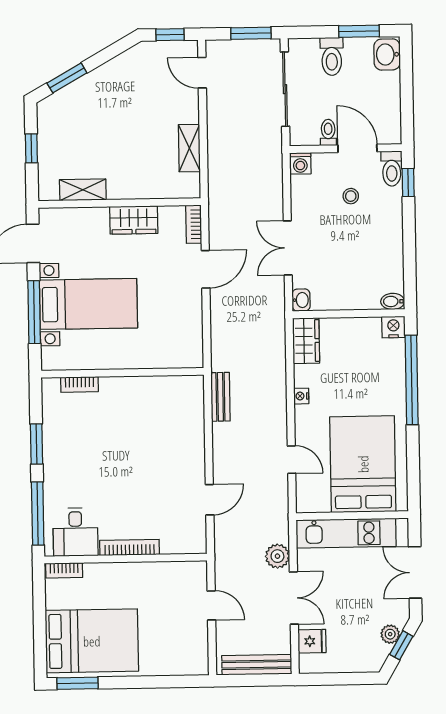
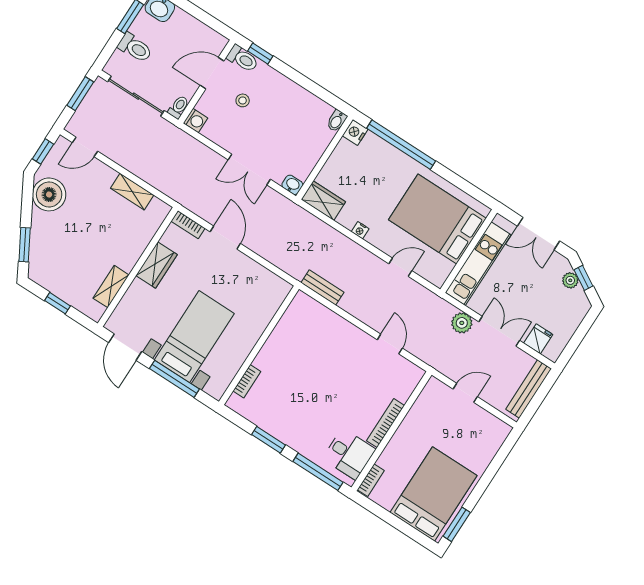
boiler: (132, 69) -> (49, 194), added
toilet: (328, 132) -> (179, 107), moved, turned 90

